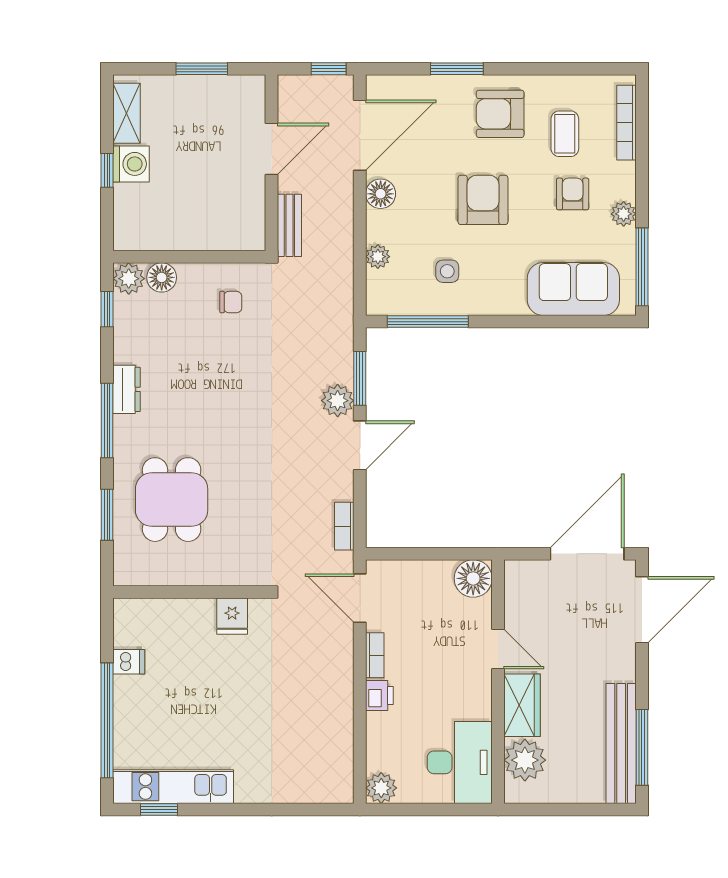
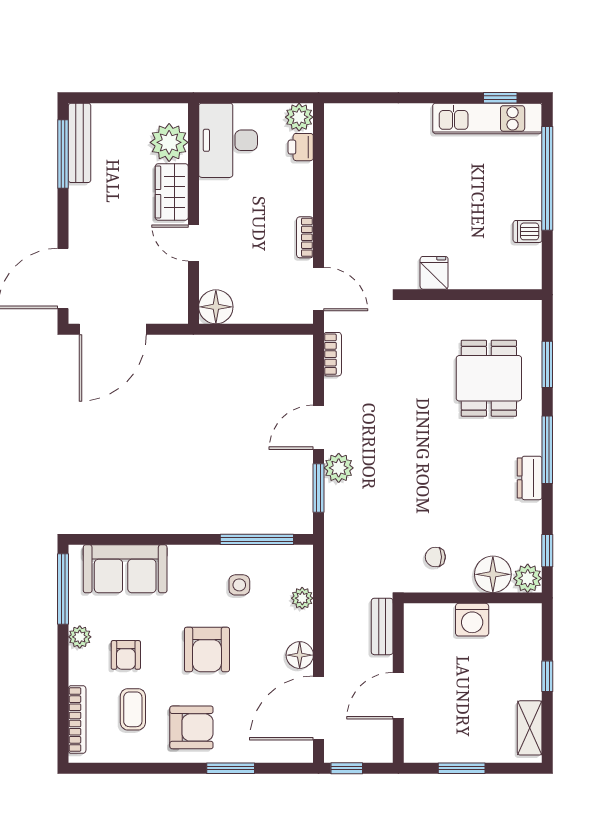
washing machine: (131, 164) -> (472, 620), moved, turned -90
floor lamp: (162, 277) -> (493, 574), width x1.38, depth x1.38
printer: (379, 695) -> (301, 147), moved
bench: (621, 743) -> (80, 143), width x0.73, depth x0.82

